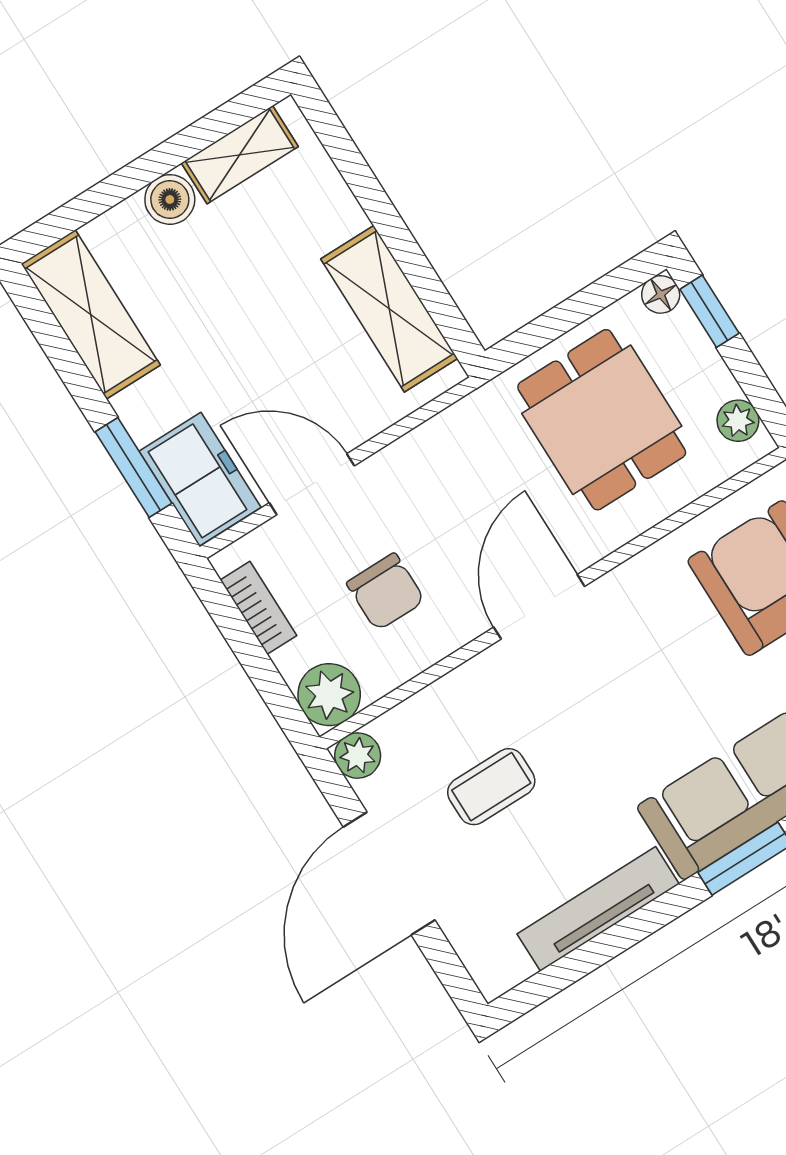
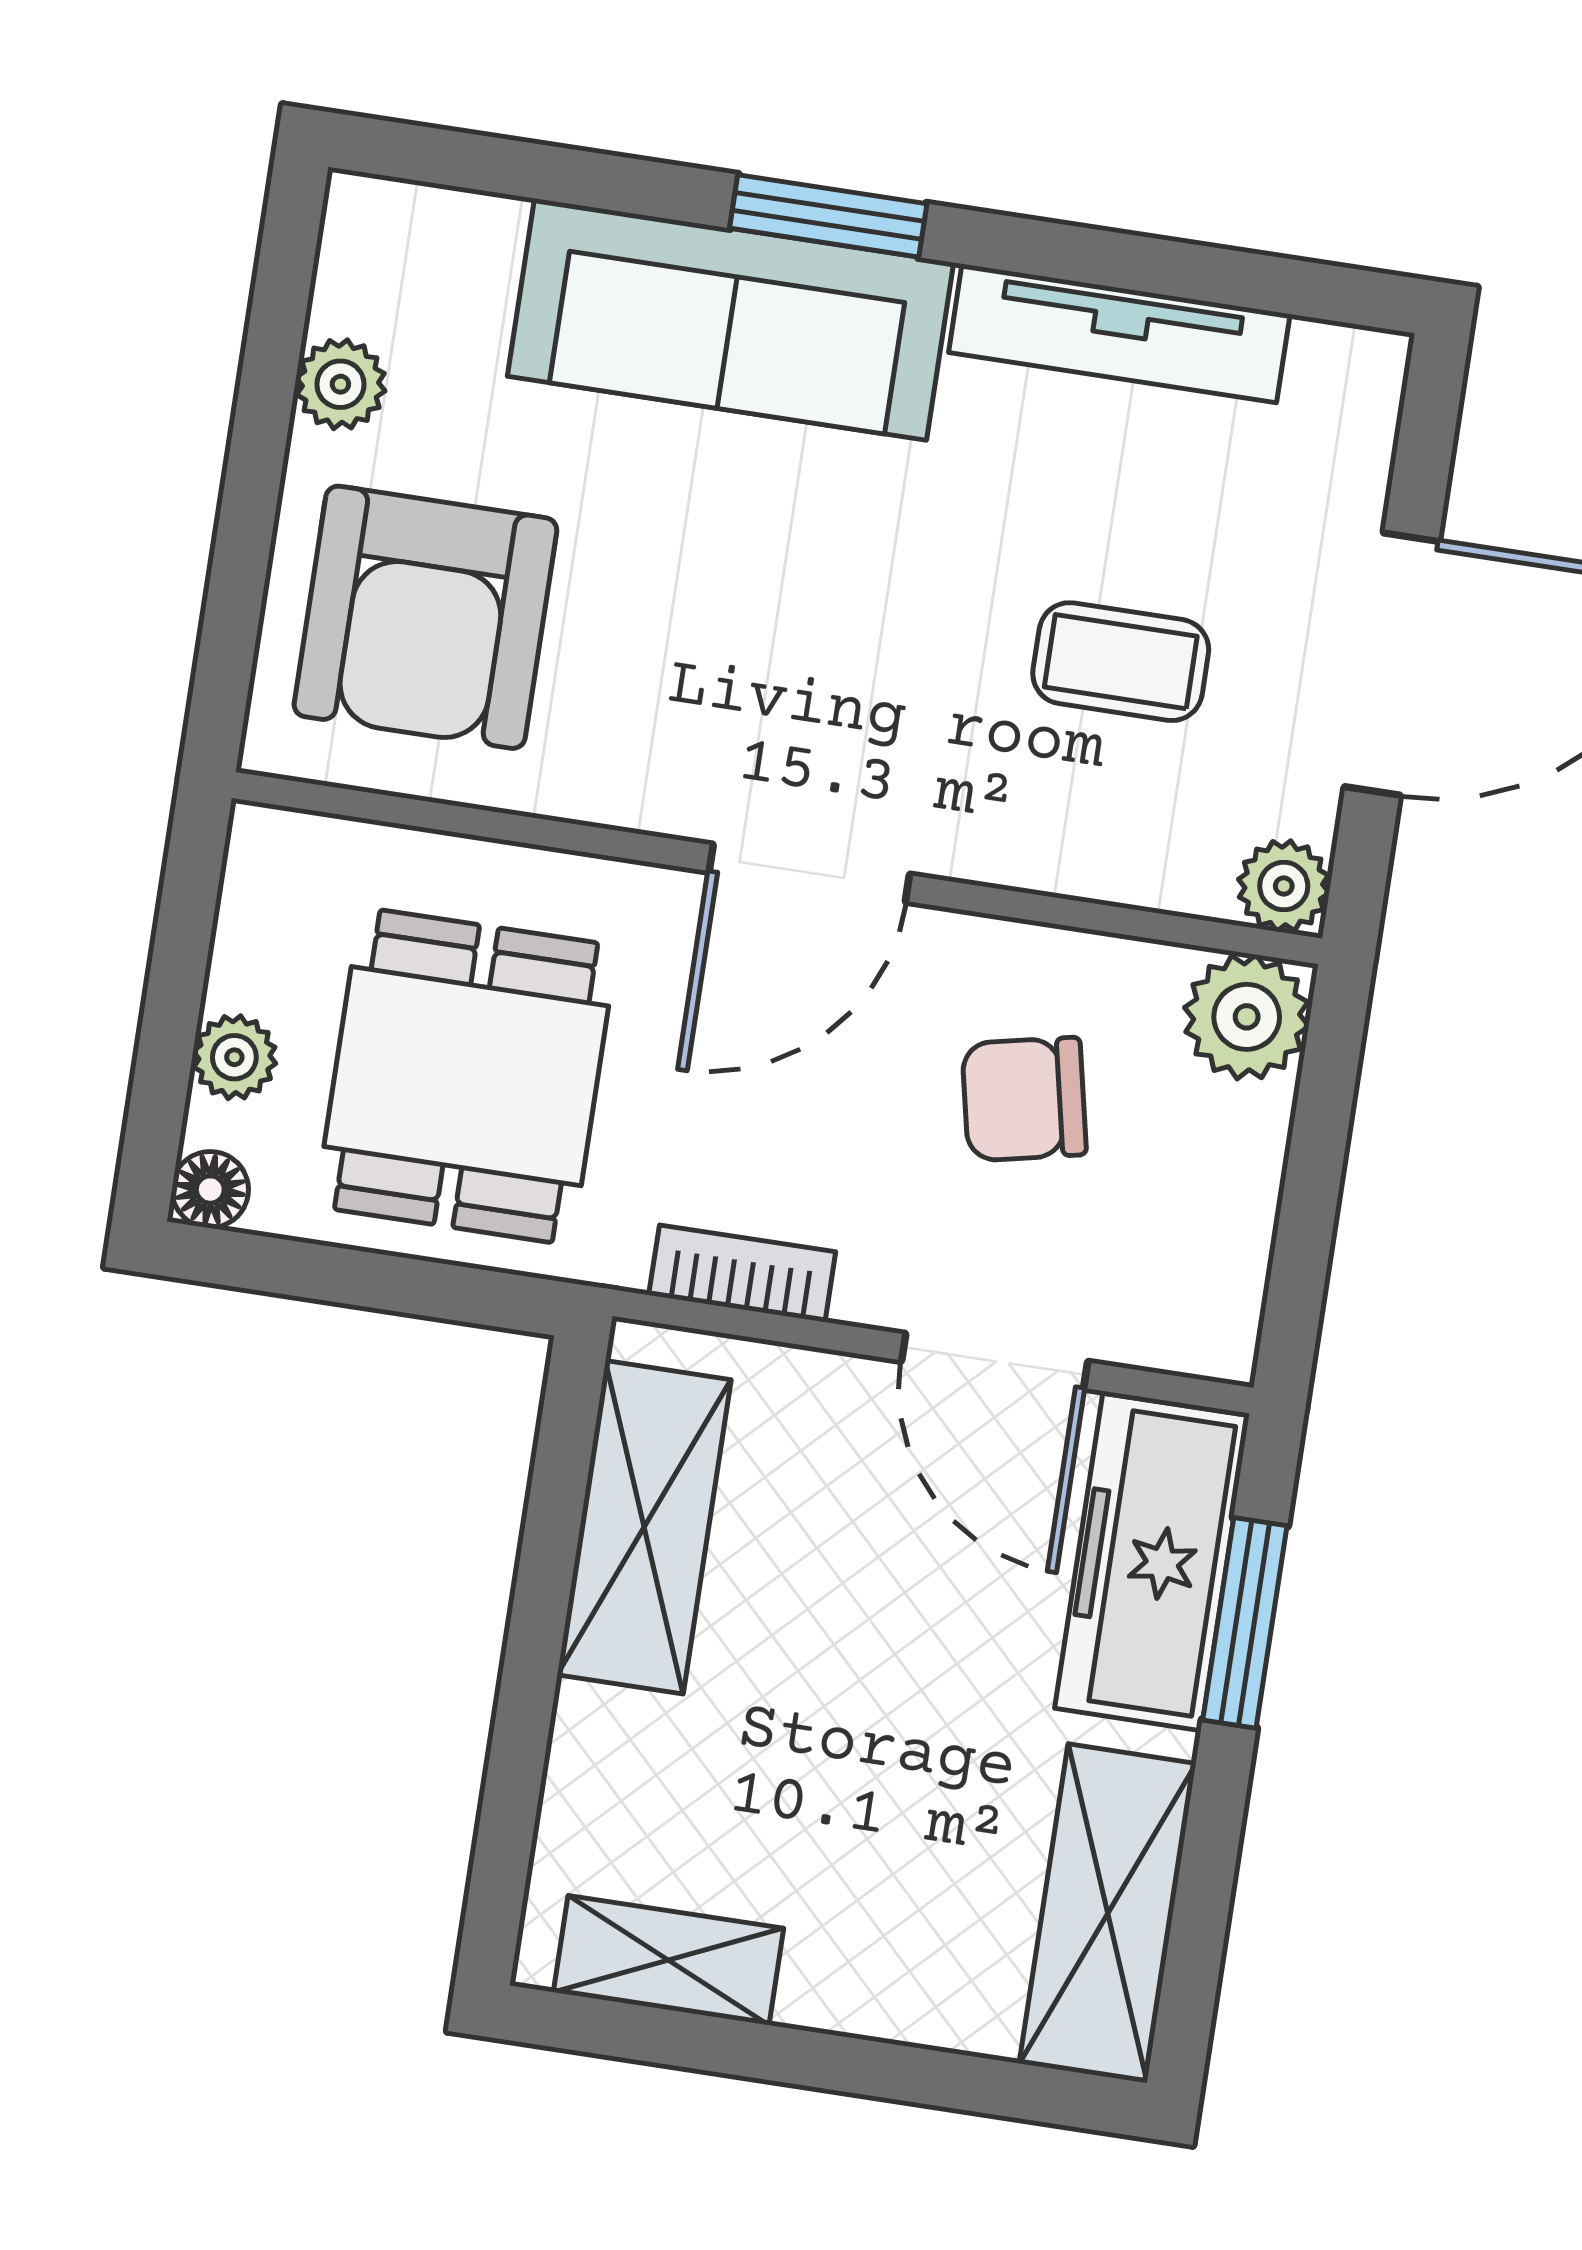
boiler: (170, 199) -> (835, 1984), removed
window: (709, 311) -> (158, 1099), removed
plant: (738, 421) -> (234, 1057), moved
freezer: (200, 479) -> (1152, 1562), width x1.40
chair: (386, 592) -> (1024, 1099), turned -102
bookcase: (258, 608) -> (742, 1273), moved, turned 90

